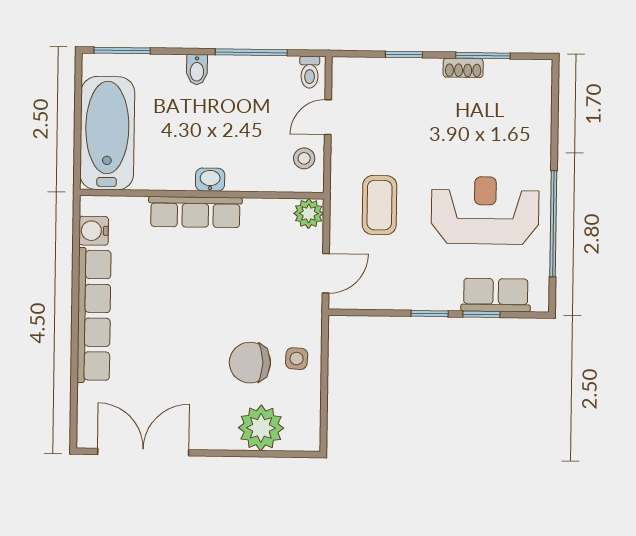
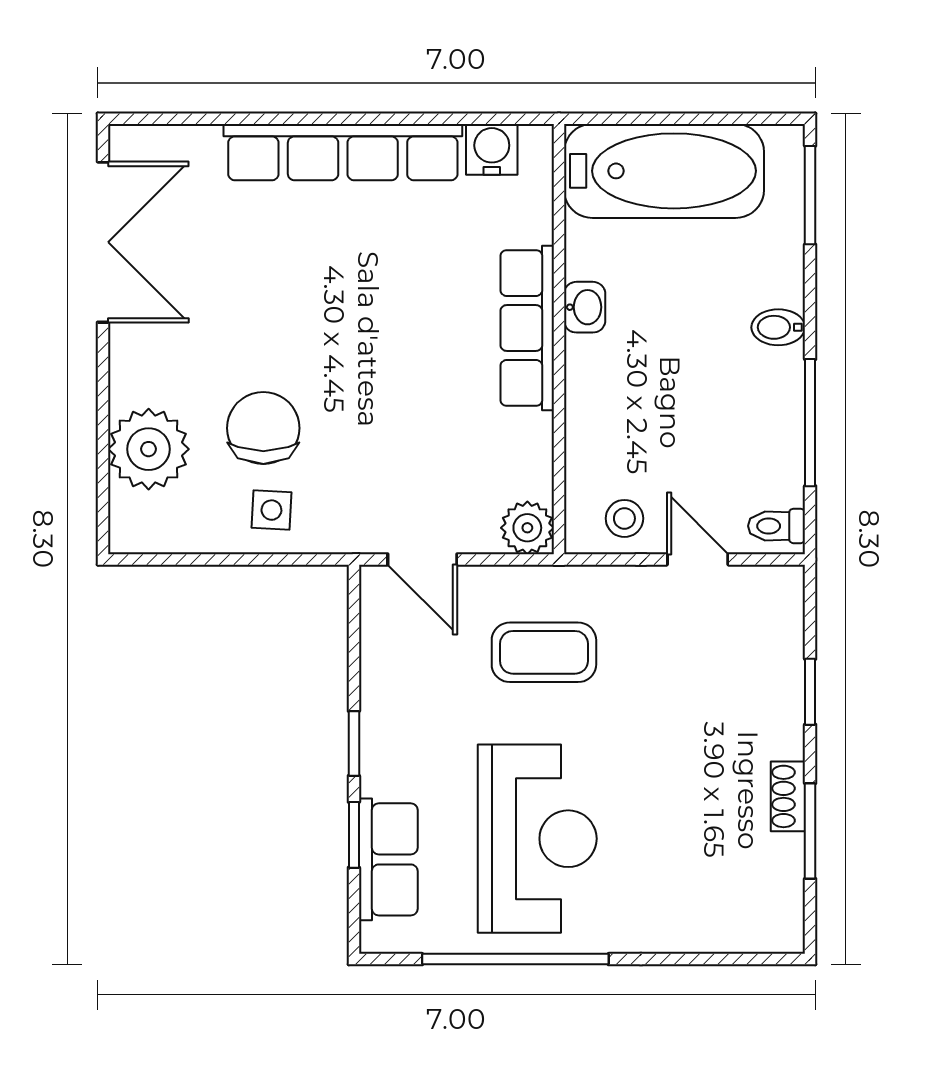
washbasin: (210, 180) -> (585, 307), moved

